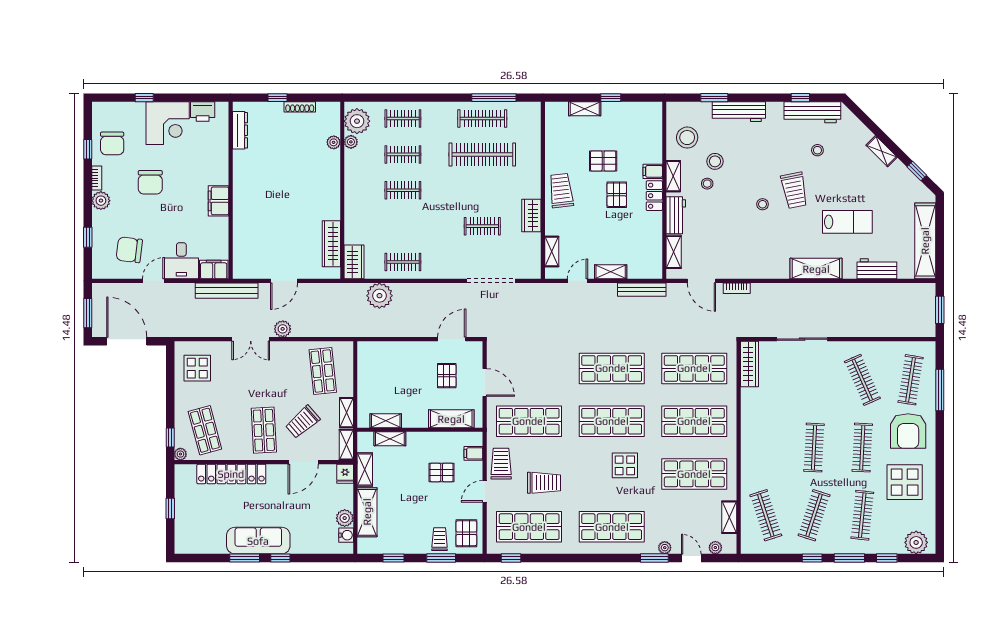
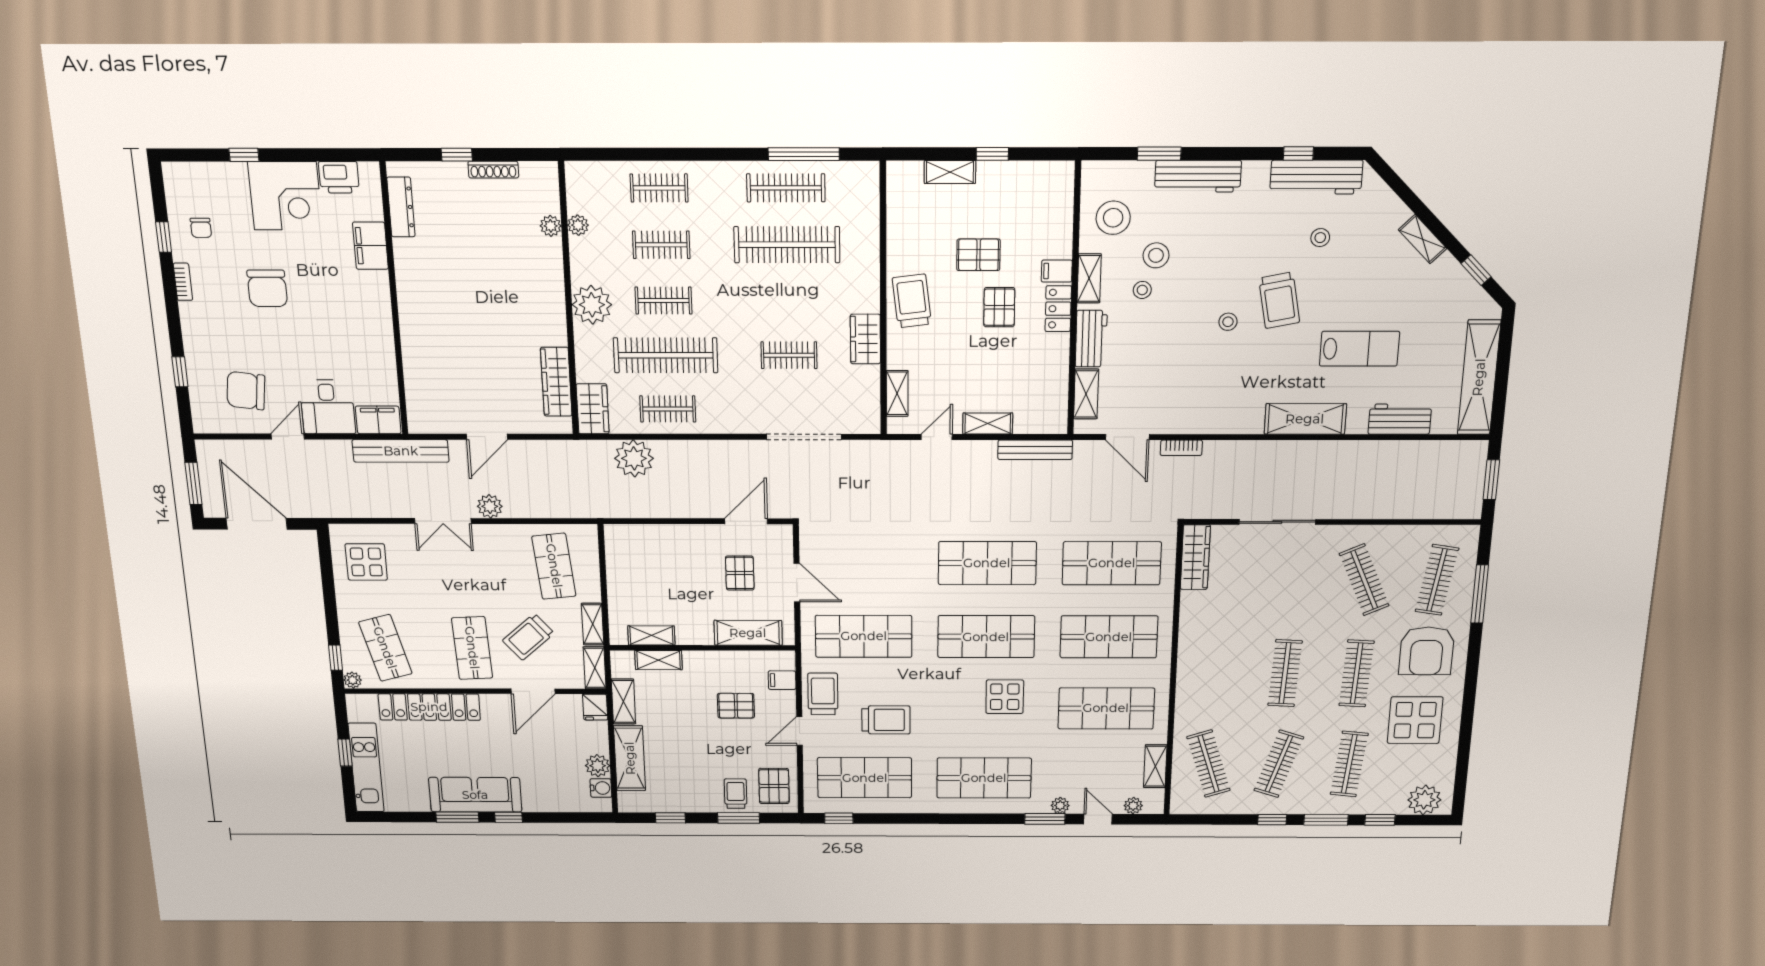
plant: (357, 121) -> (592, 305), moved
chair: (112, 143) -> (201, 228), width x0.54, depth x0.54
plant: (101, 201) -> (194, 316), removed
filing cabinet: (219, 201) -> (370, 246), moved
clothes rail: (403, 226) -> (666, 355), added
kitchen unit: (184, 520) -> (366, 768), added

